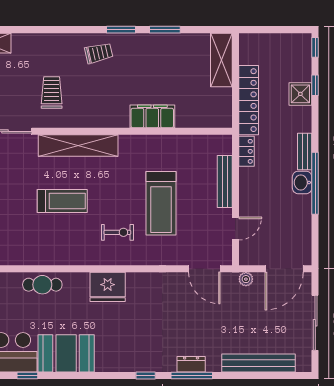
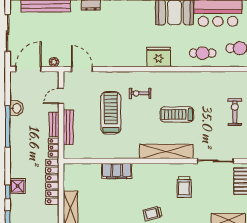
bench: (305, 151) -> (54, 124), moved
washbasin: (302, 182) -> (16, 108), moved
cafe table: (42, 285) -> (203, 53), moved
fridge: (108, 287) -> (159, 57), moved

